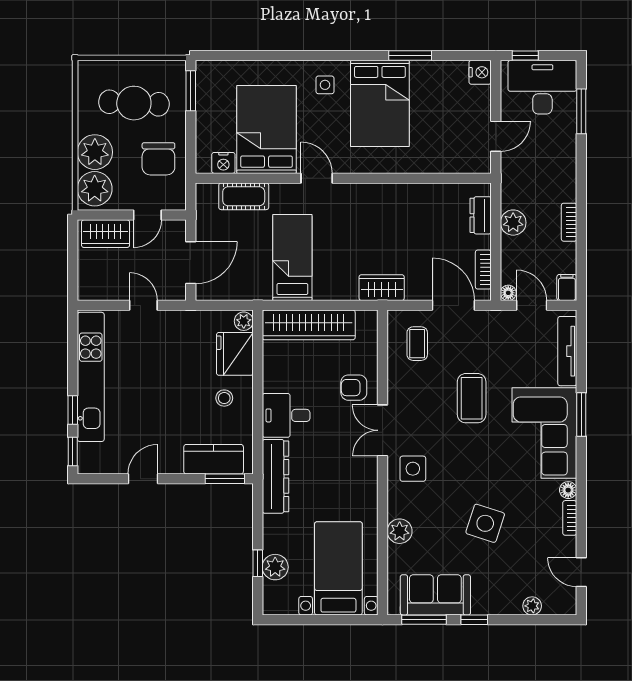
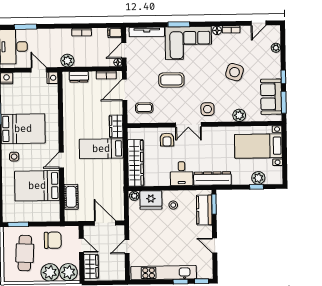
nightstand: (223, 163) -> (52, 78), moved
plant: (513, 223) -> (67, 61), moved
bed: (292, 257) -> (101, 149), moved

